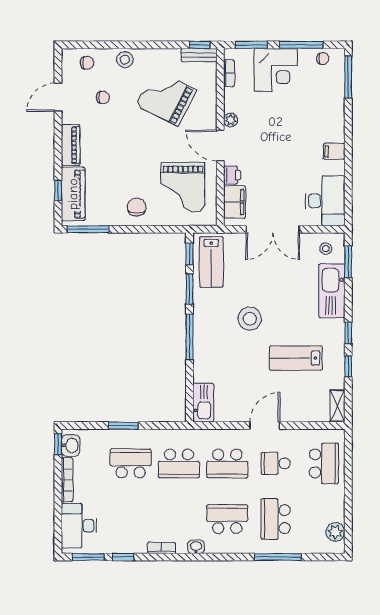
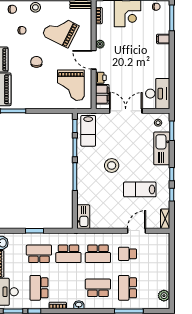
filing cabinet: (334, 151) -> (163, 39), moved
chair: (137, 207) -> (36, 62), moved
double door: (273, 229) -> (126, 111), swing flipped
door: (265, 426) -> (137, 231), moved
school desk: (324, 463) -> (39, 288), moved, turned 180

